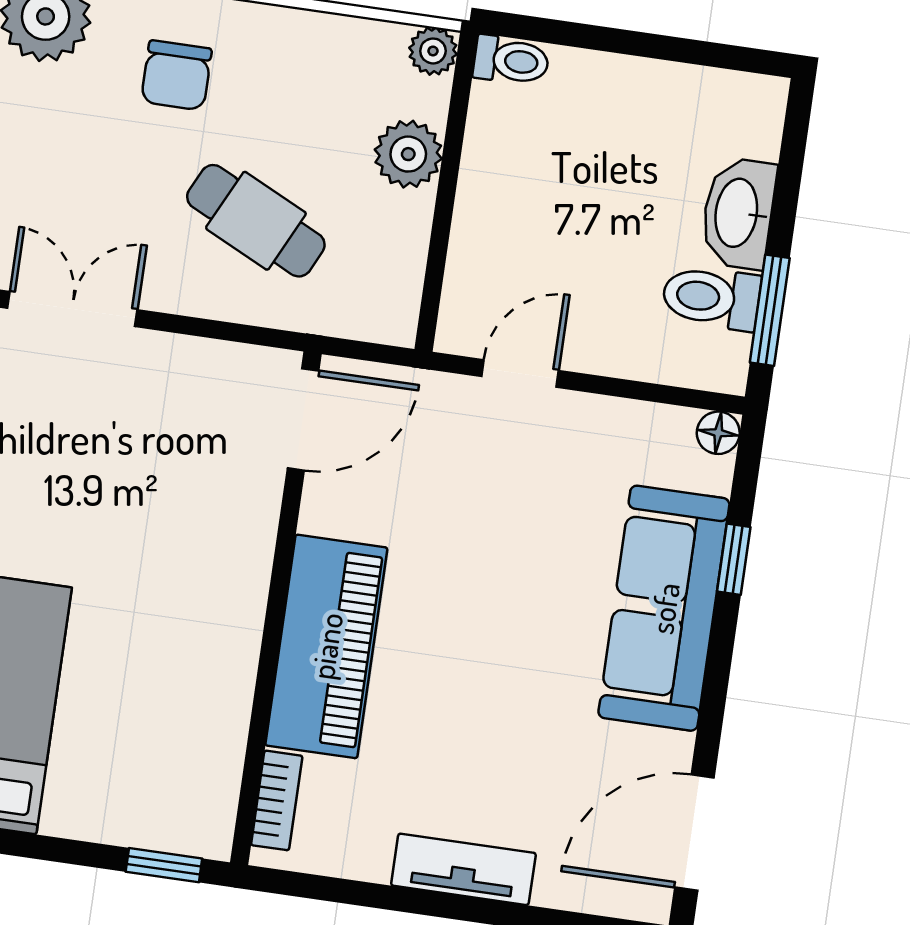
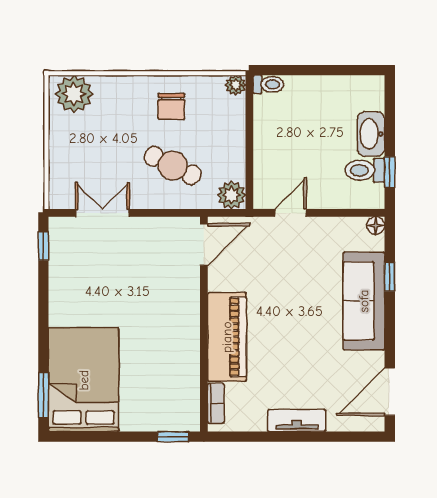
chair: (176, 75) -> (171, 106), moved
plant: (408, 154) -> (232, 195), moved
window: (770, 310) -> (390, 172), width x0.67

